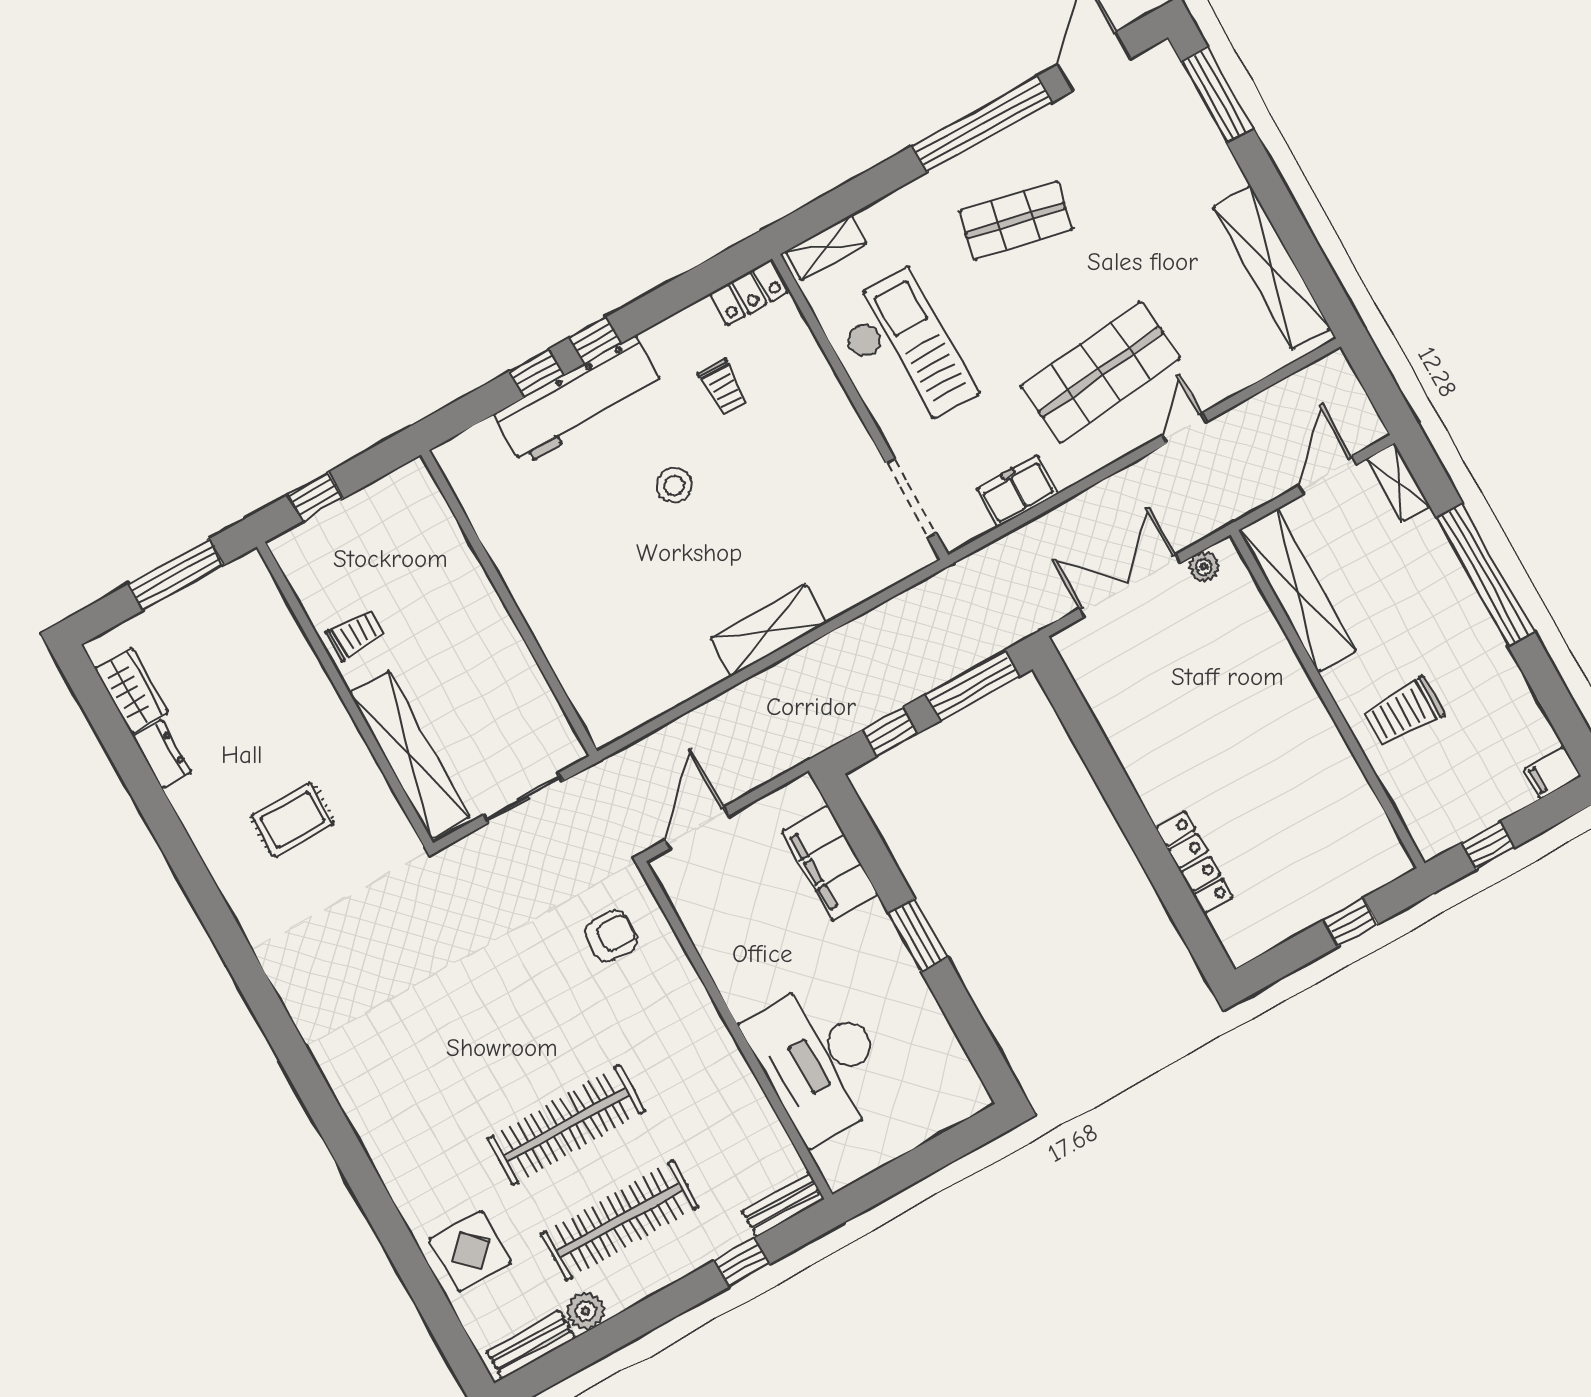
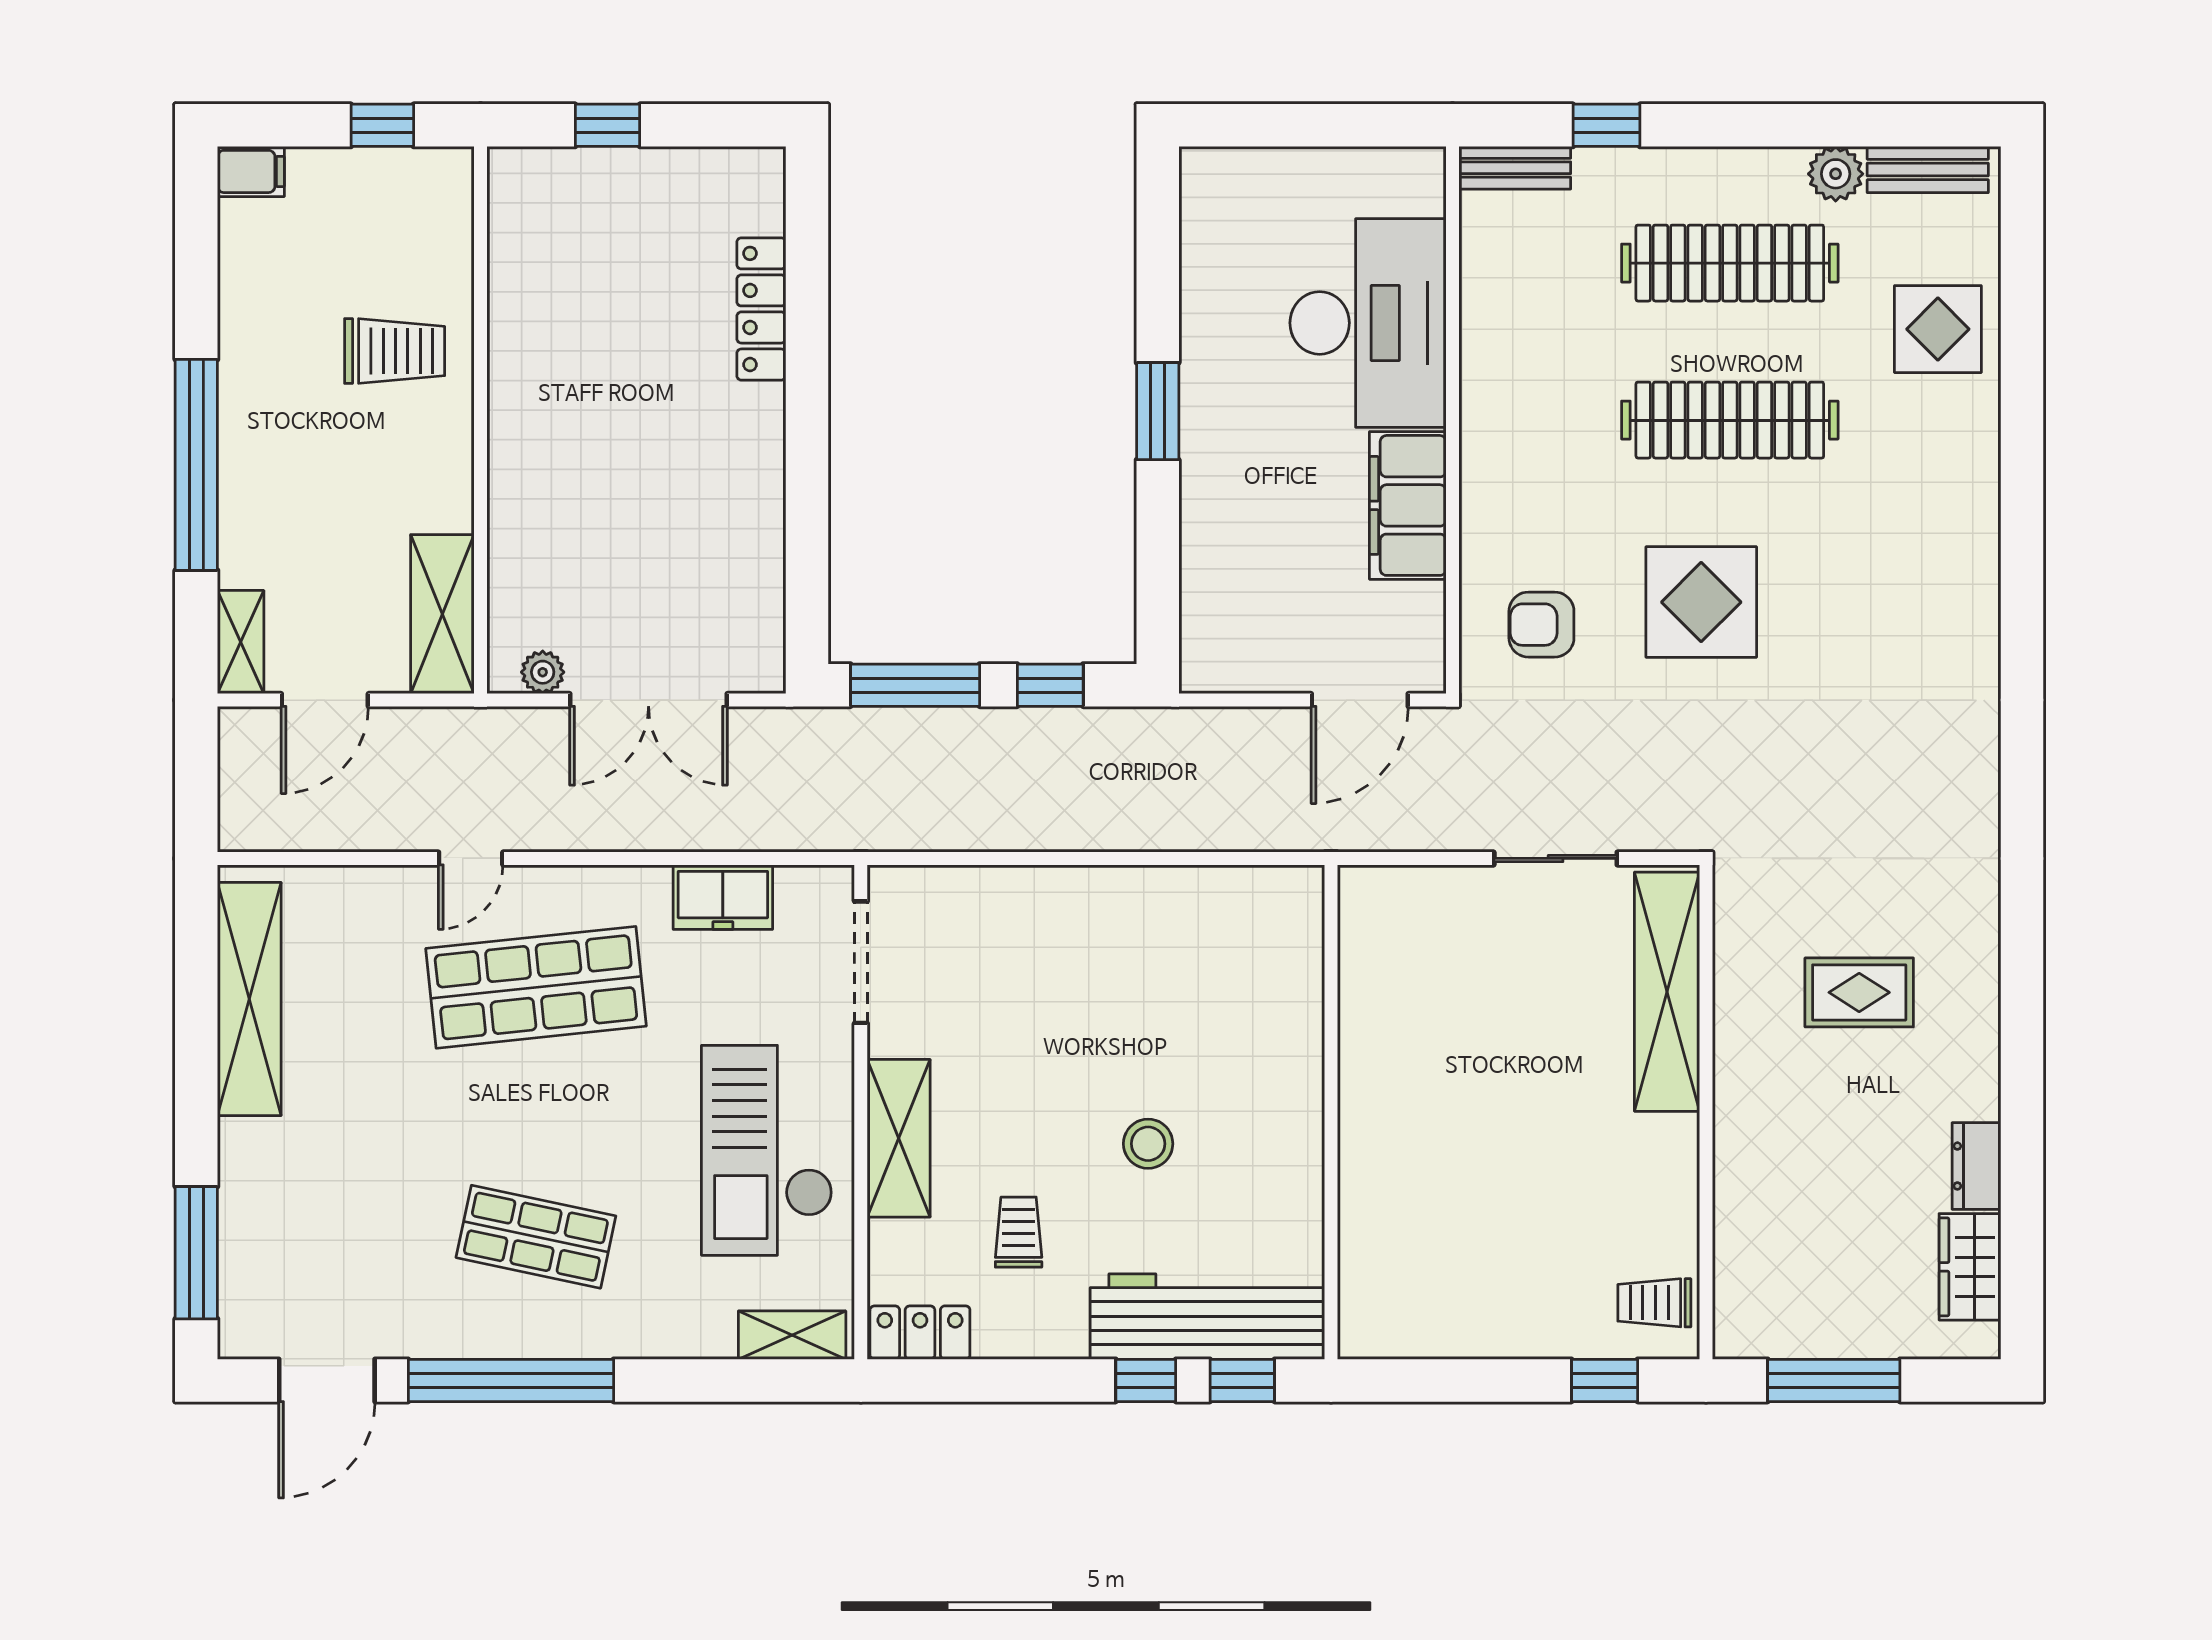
shelving: (1297, 590) -> (442, 614), width x0.68
wall: (509, 603) -> (1331, 1112), moved
shelving: (769, 631) -> (899, 1138), moved, turned 90
trolley: (356, 634) -> (1654, 1303), moved
filing cabinet: (830, 863) -> (1408, 505), moved, turned 180
display table: (522, 1004) -> (1701, 602), added

